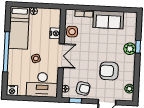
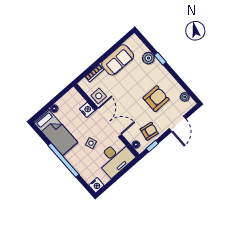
plant: (130, 49) -> (148, 58), moved
double door: (61, 56) -> (108, 122), width x1.37
armchair: (109, 71) -> (156, 99), turned 180

